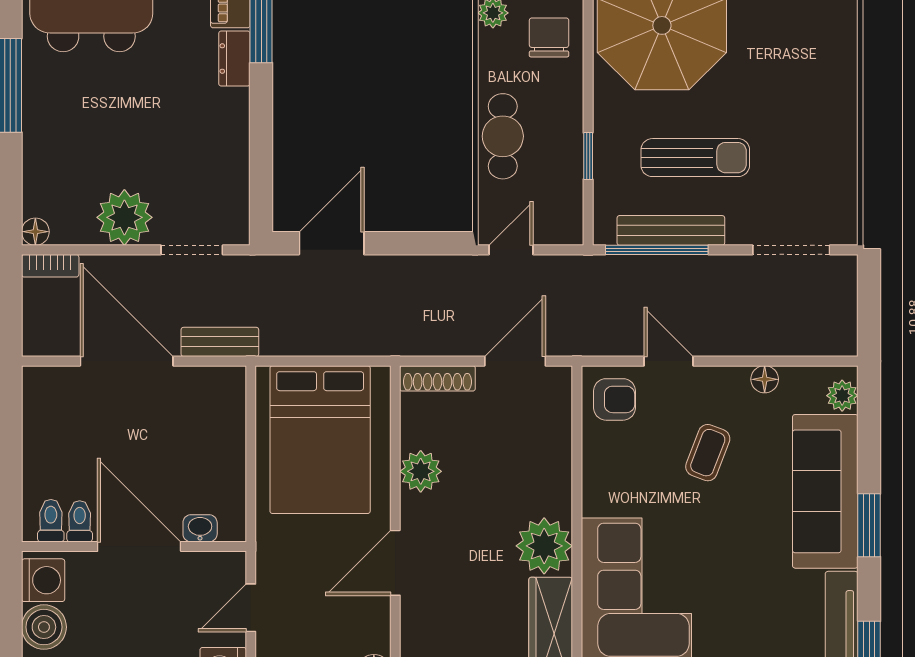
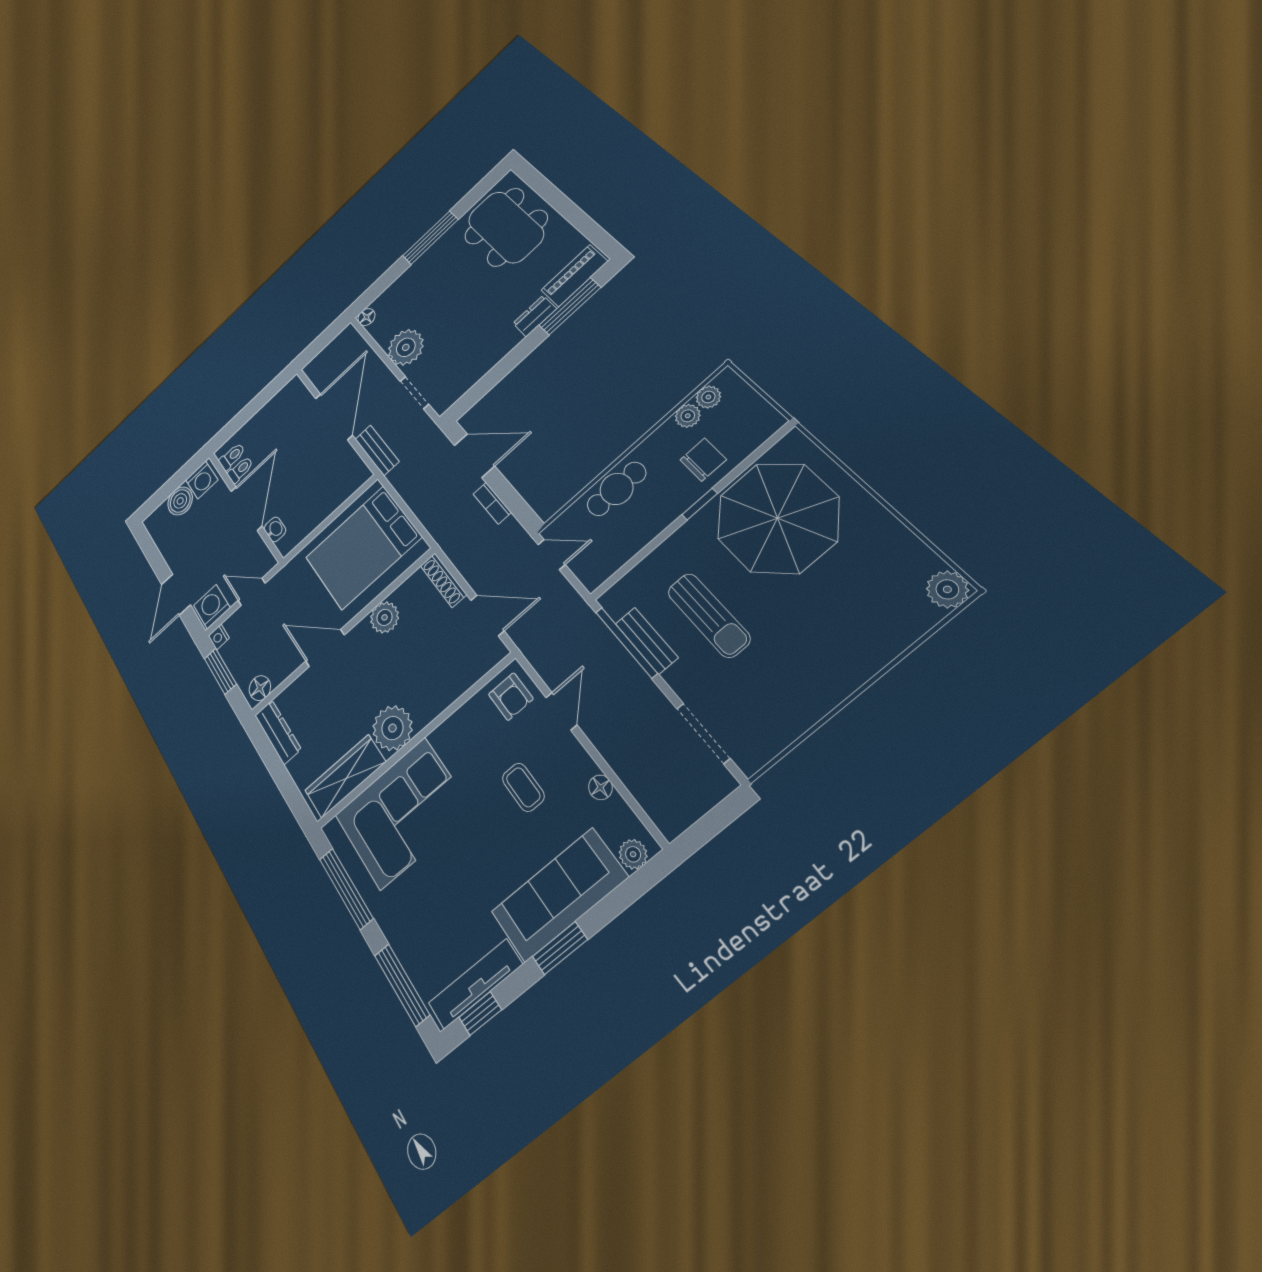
window: (588, 156) -> (700, 504), moved
bench: (671, 230) -> (647, 641), width x0.73
bookcase: (50, 266) -> (492, 503), moved
coffee table: (708, 453) -> (523, 787), turned 69

